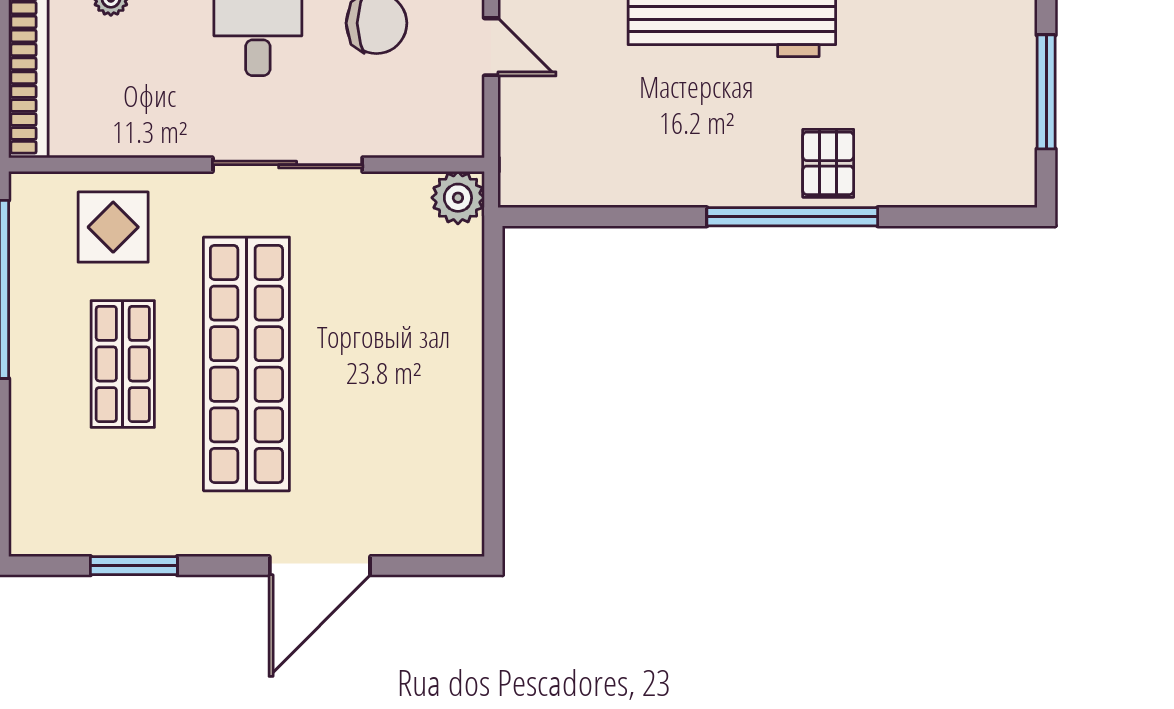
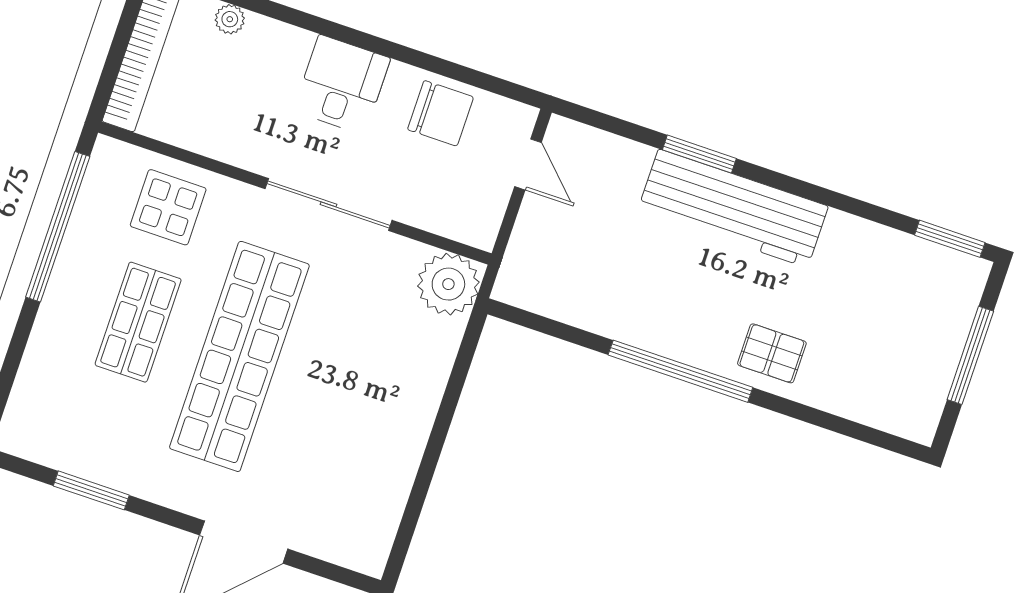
pallet: (828, 163) -> (772, 353), turned 90
plant: (458, 198) -> (448, 284), width x1.36, depth x1.36
window: (792, 217) -> (680, 371), moved

